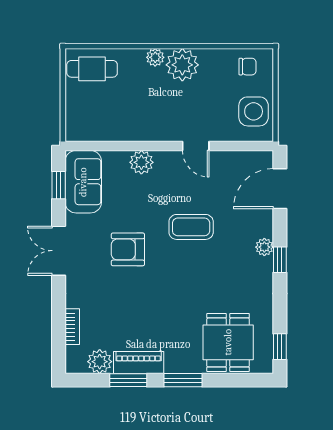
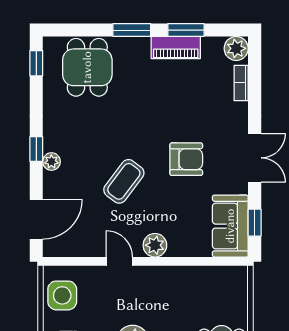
plant: (141, 162) -> (155, 245), moved
coffee table: (191, 227) -> (124, 181), turned -53
plant: (100, 362) -> (236, 48), moved

